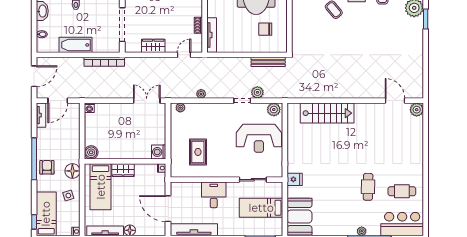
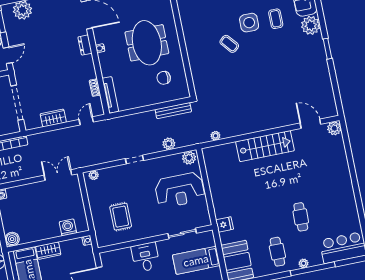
window: (426, 19) -> (328, 49), moved
plant: (201, 94) -> (215, 136), moved
doorway: (242, 101) -> (135, 160), moved
stairs: (327, 113) -> (265, 146), moved
washing machine: (159, 152) -> (68, 227), moved, turned 90
cafe table: (402, 191) -> (277, 252), moved, turned 90

